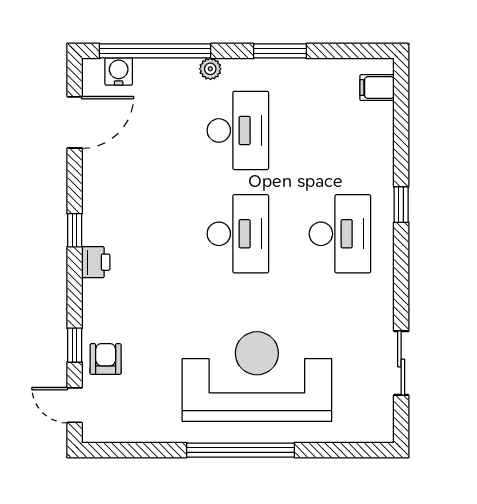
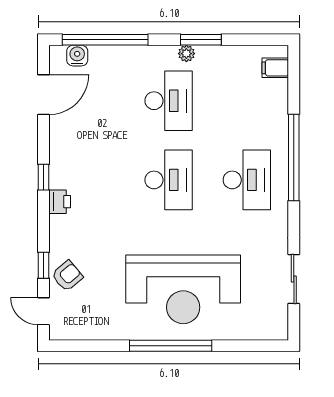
plant: (210, 69) -> (186, 54), moved
window: (401, 205) -> (294, 158), width x3.17
armchair: (106, 359) -> (67, 276), turned 50
reception desk: (257, 377) -> (183, 289), turned 180

